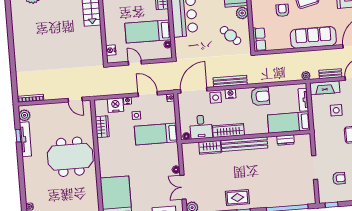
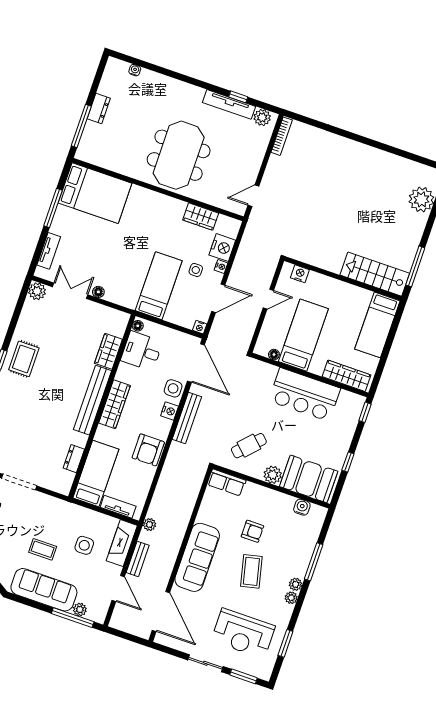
wardrobe: (228, 130) -> (114, 404), moved

